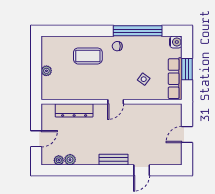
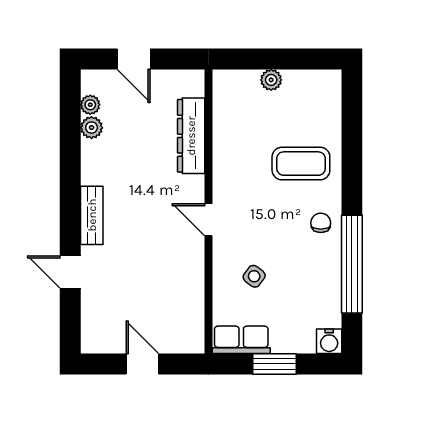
coffee table: (88, 56) -> (301, 164), turned 90
row of seats: (175, 79) -> (241, 340), width x0.68

